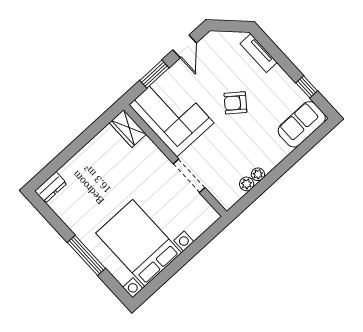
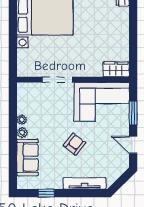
tv unit: (259, 53) -> (85, 183), width x1.41
sofa: (302, 124) -> (28, 157), moved
plant: (247, 184) -> (22, 133), moved

